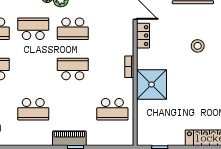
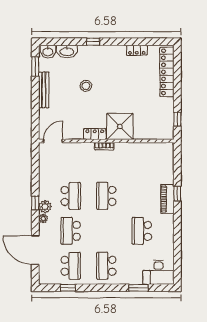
locker: (143, 36) -> (95, 134), moved
school desk: (33, 109) -> (142, 231), turned 180
school desk: (112, 109) -> (142, 161), removed

